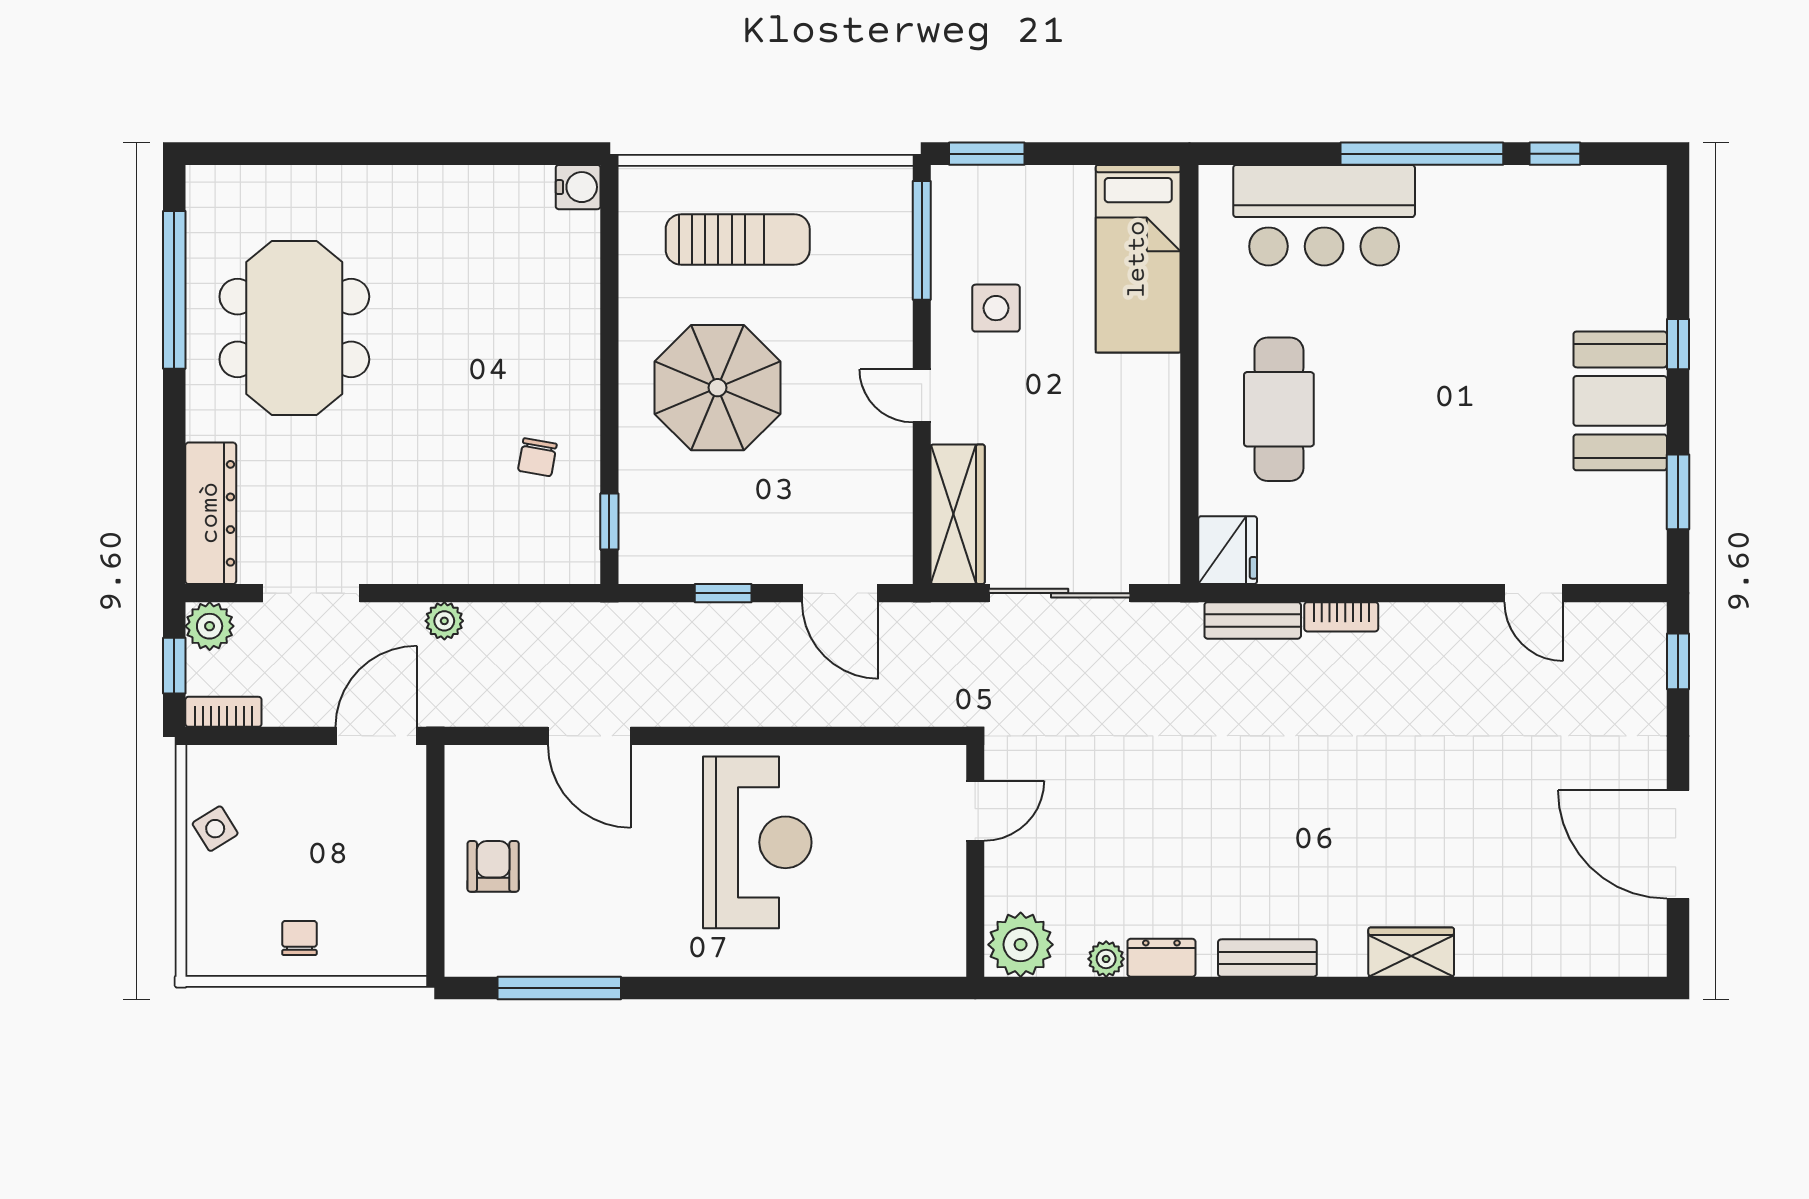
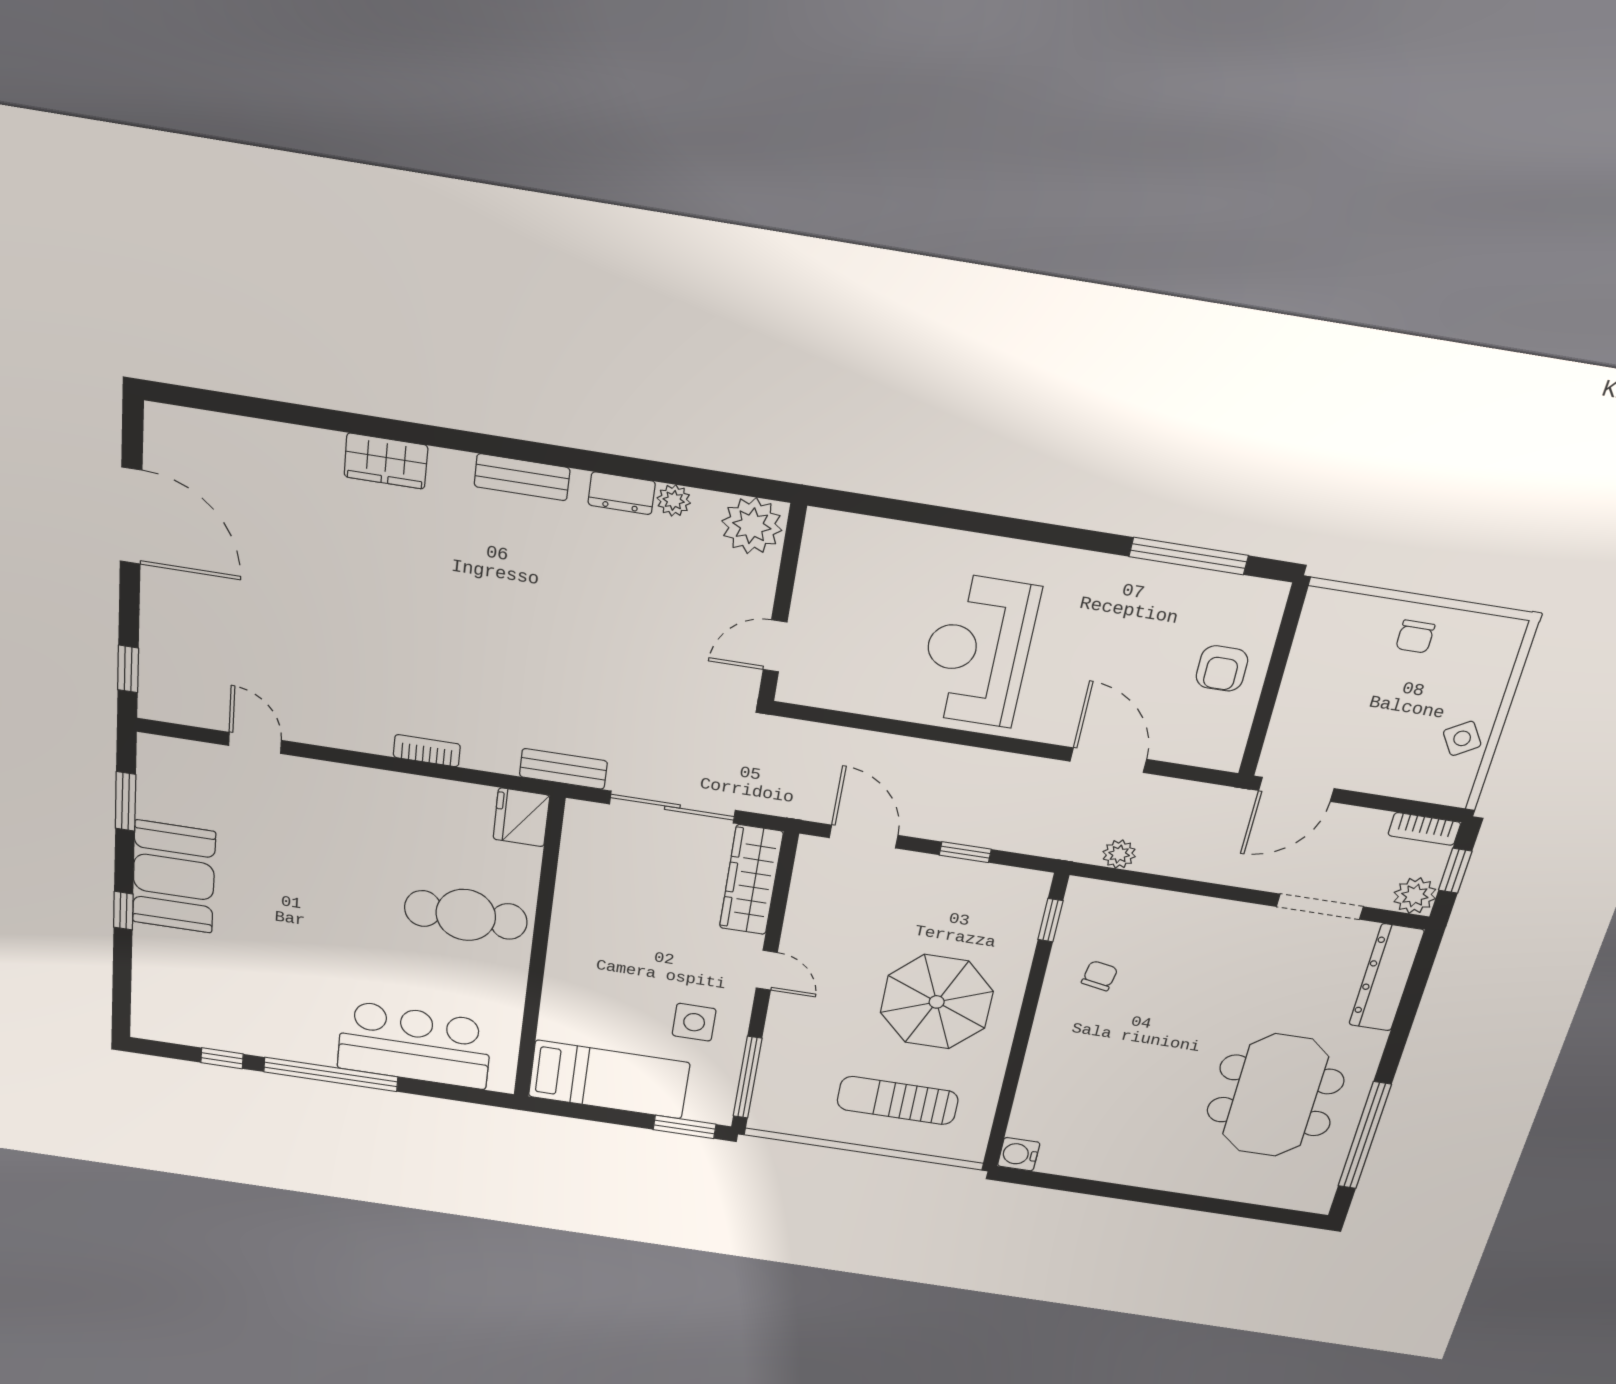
bed: (1138, 259) -> (609, 1080), moved, turned 90
cafe table: (1279, 409) -> (466, 915), turned 90
bench: (1253, 620) -> (563, 769), moved
plant: (444, 621) -> (1119, 854), moved

